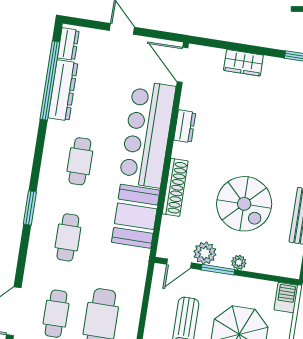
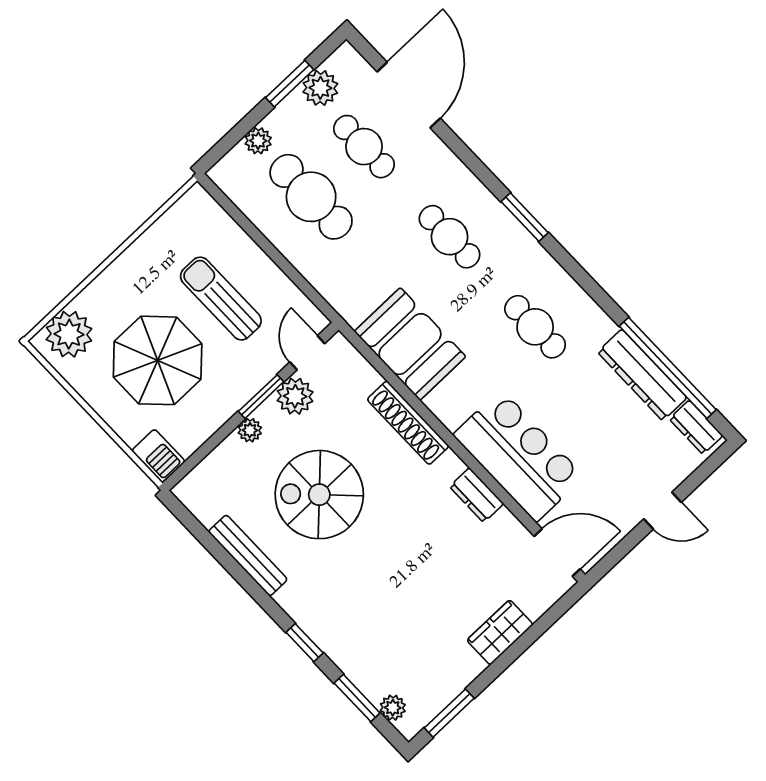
bar counter: (147, 134) -> (519, 456), width x0.73

